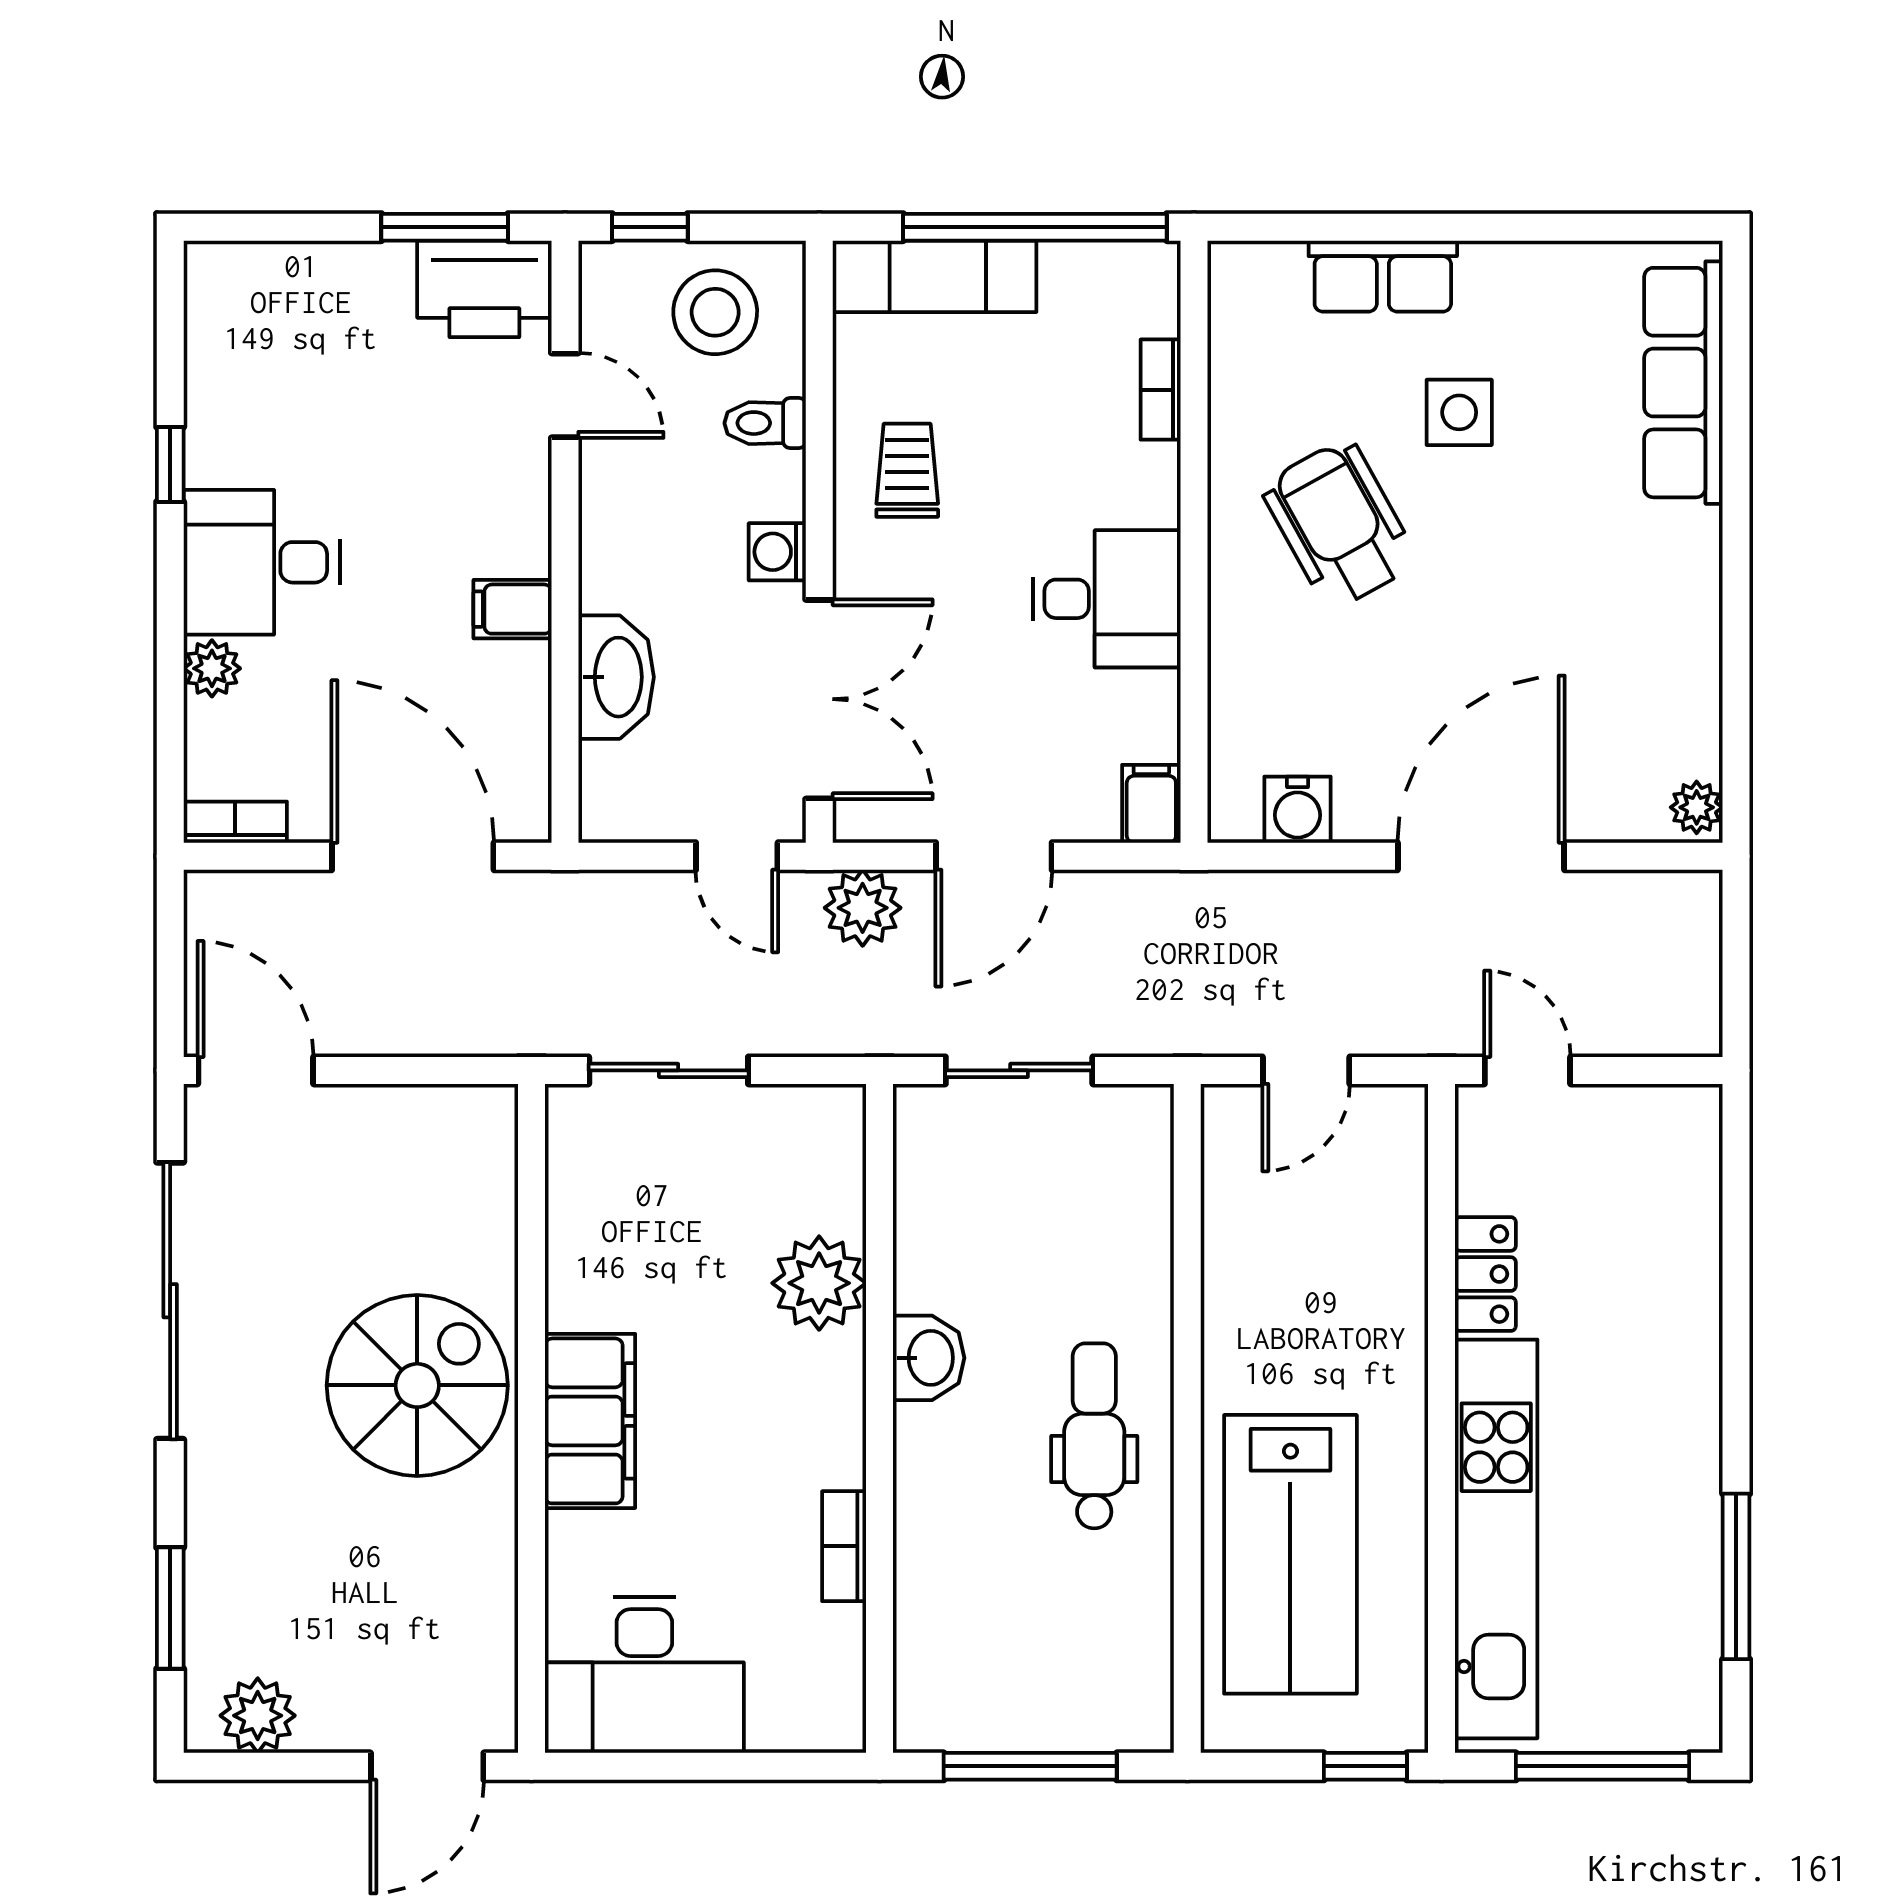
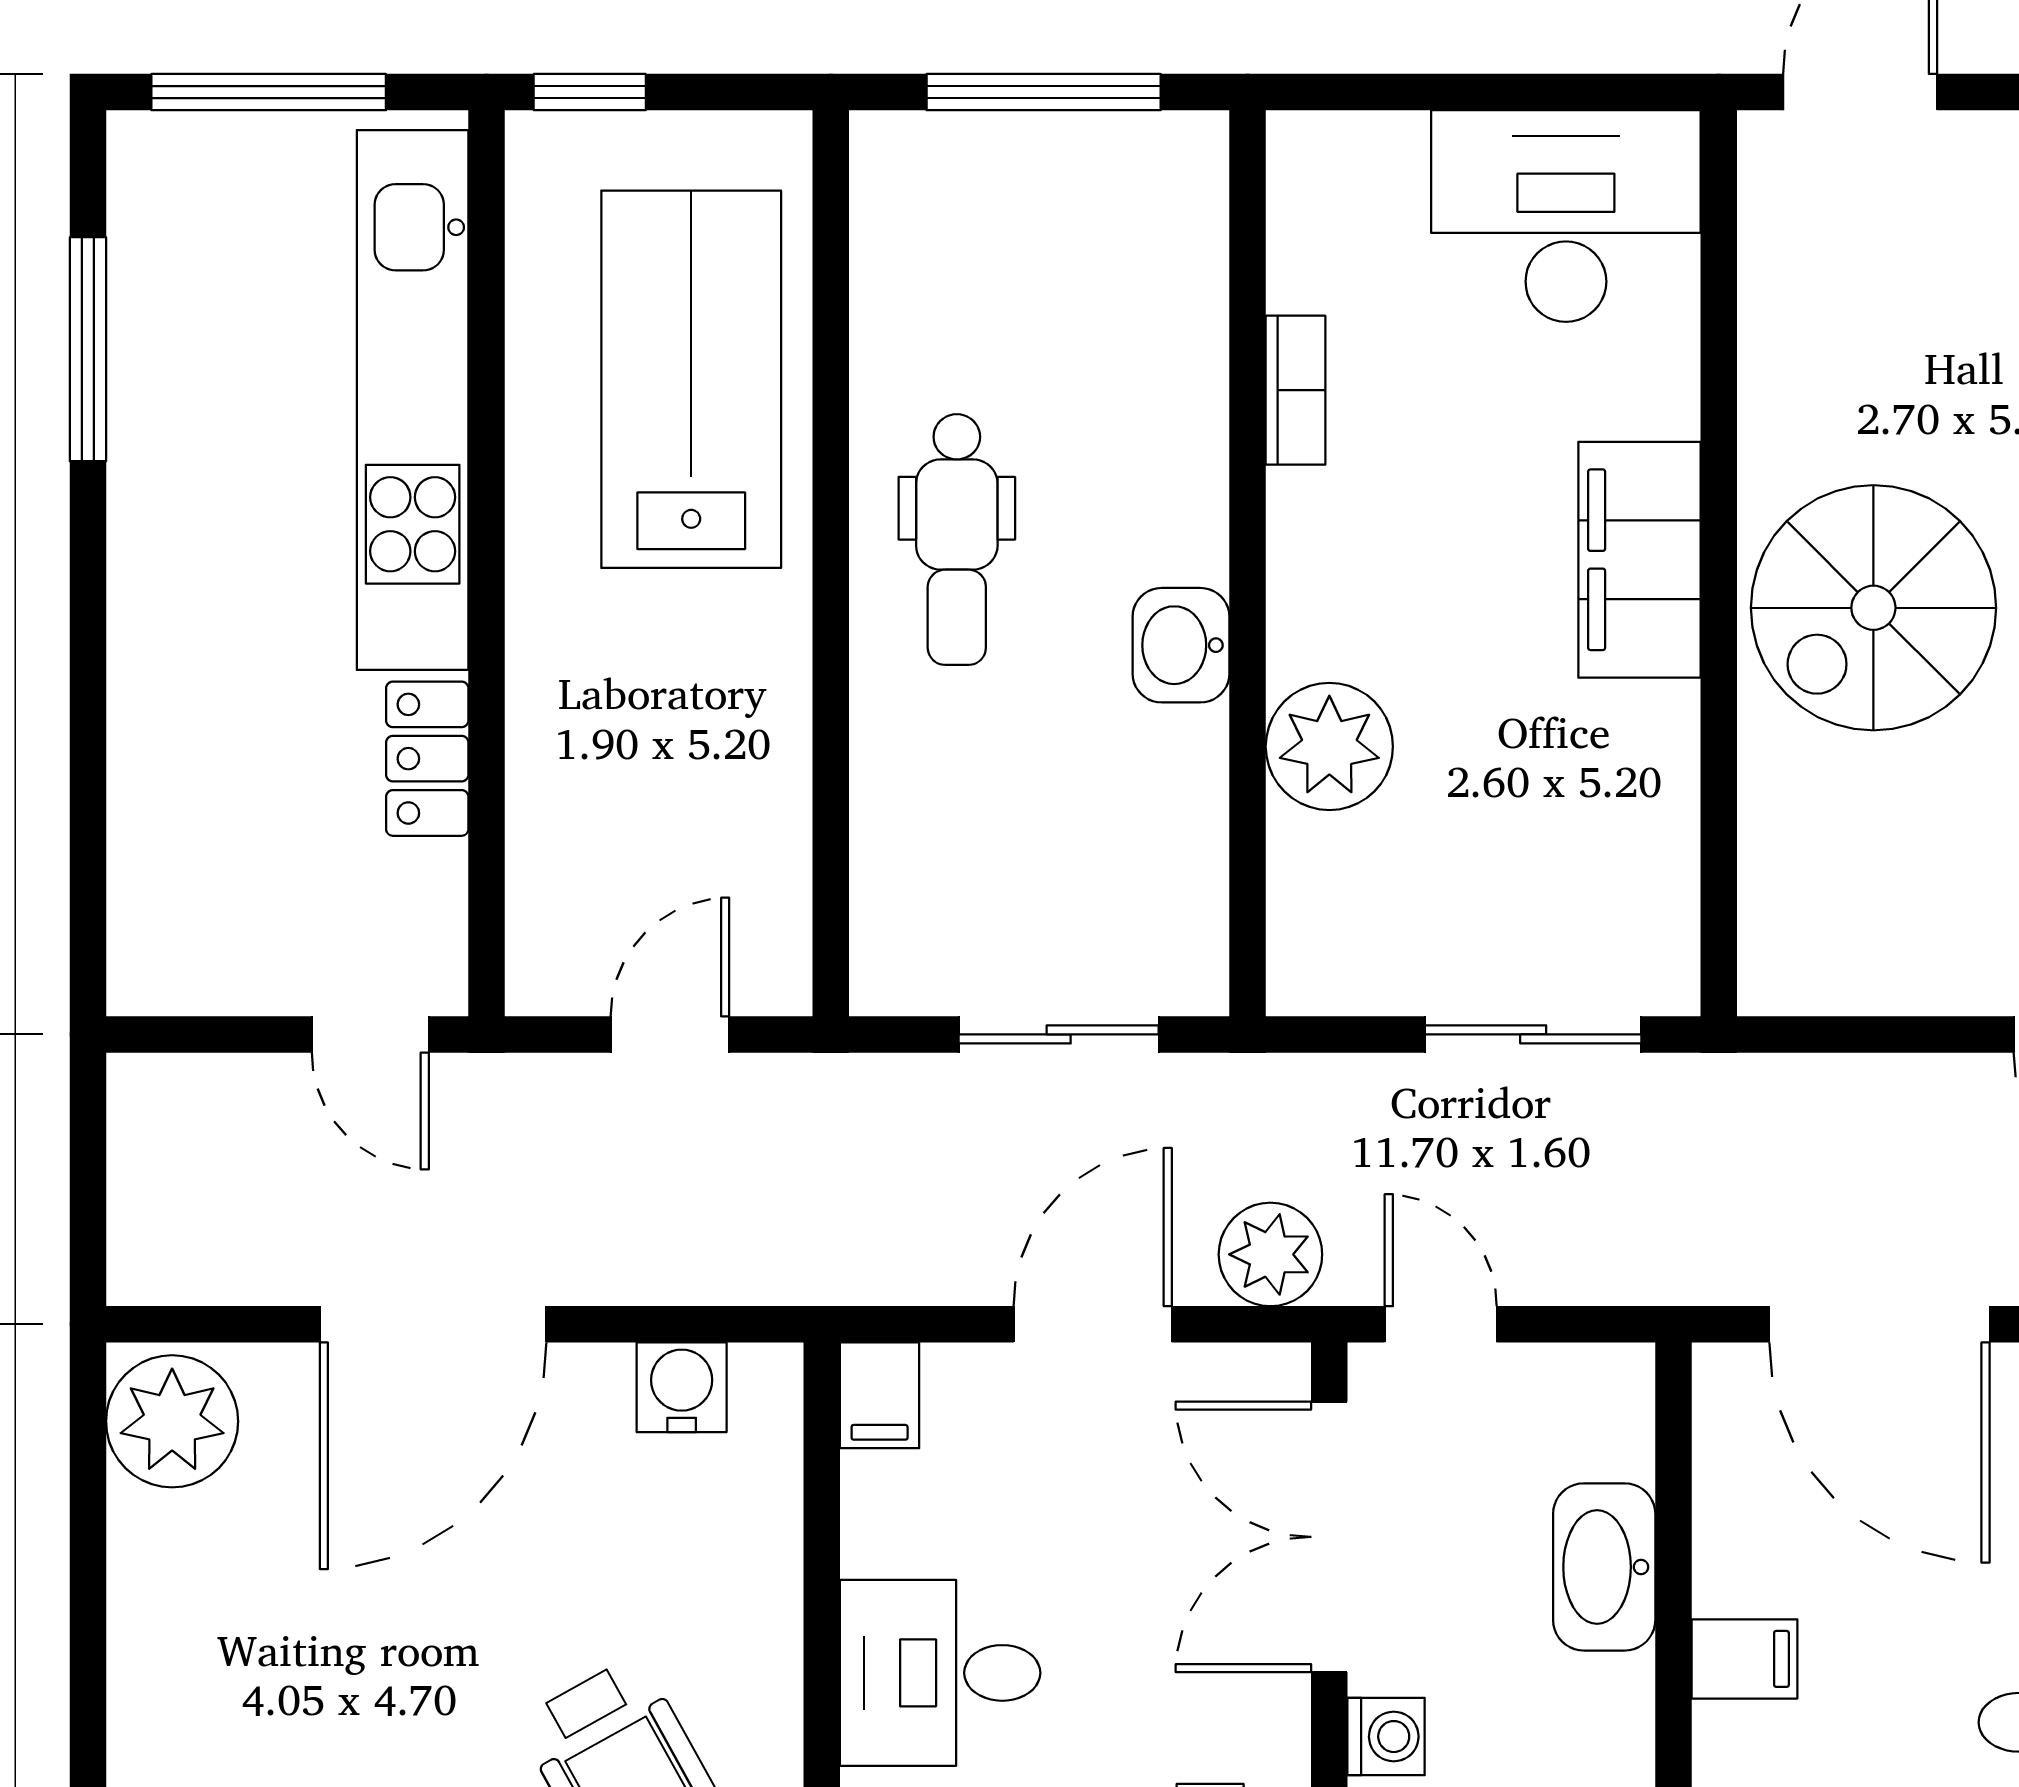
plant: (1697, 807) -> (172, 1421), width x1.88, depth x1.88

